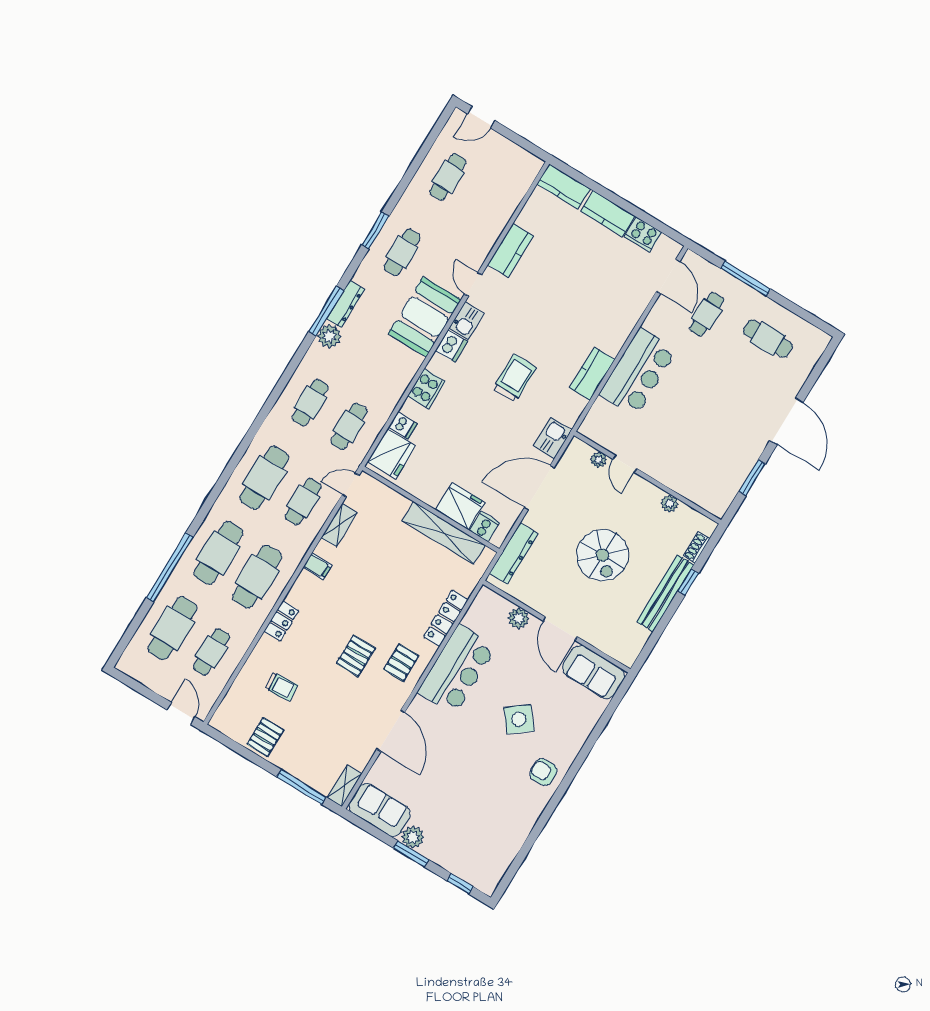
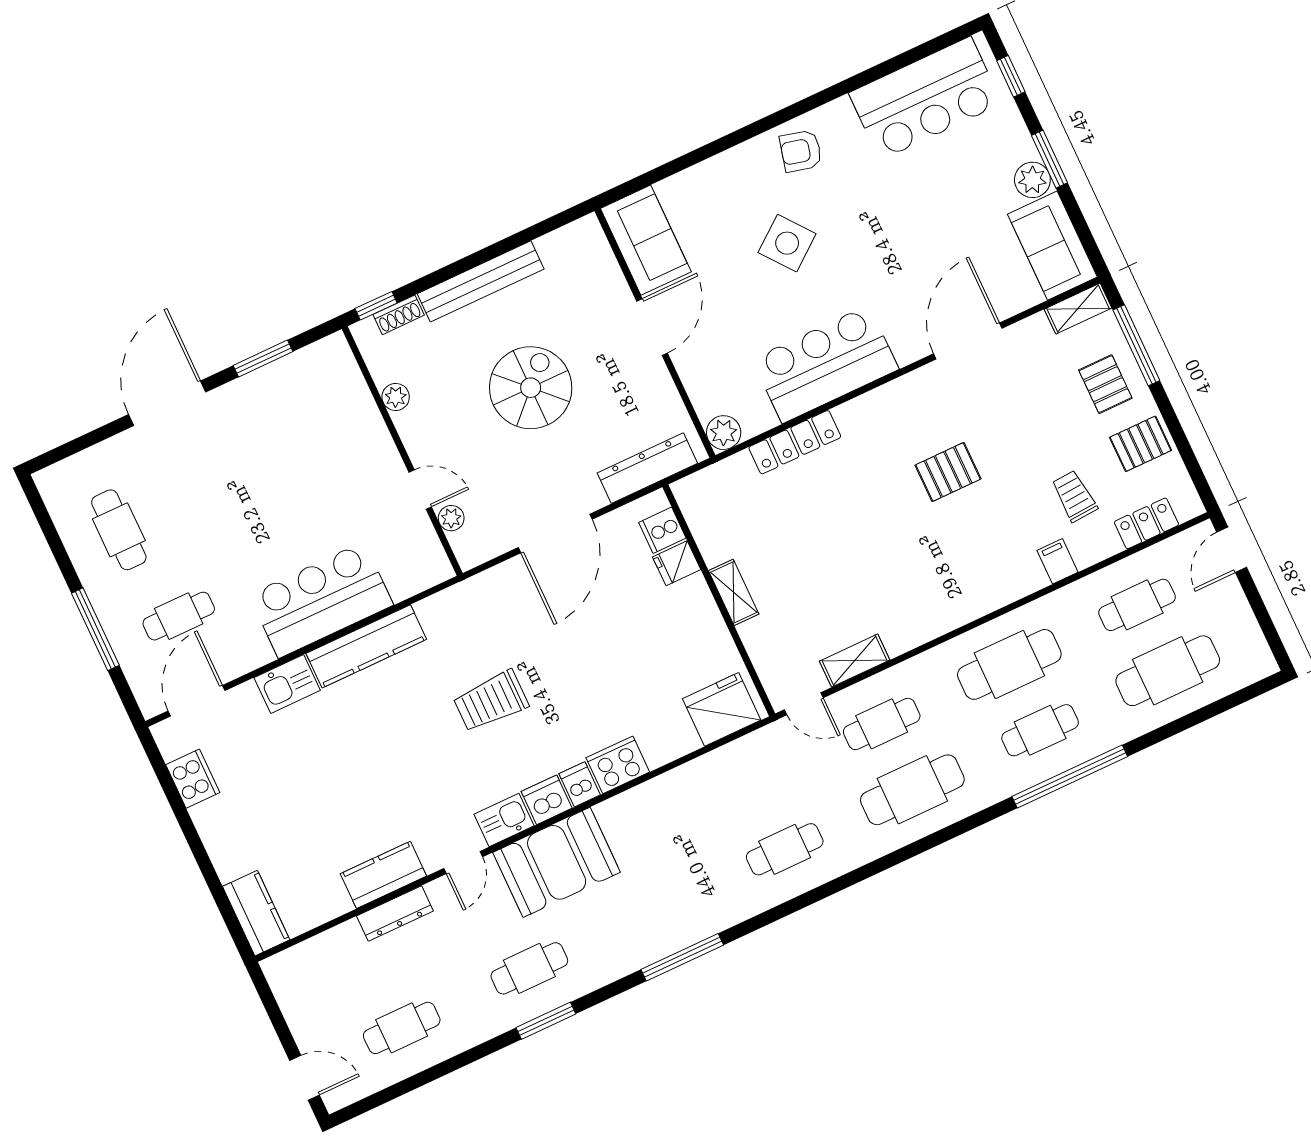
kitchen counter: (608, 214) -> (221, 838), removed
dresser: (346, 304) -> (395, 914), moved, turned 180
plant: (329, 336) -> (700, 921), removed
kitchen counter: (592, 374) -> (366, 646), width x1.50
dishwasher: (403, 425) -> (580, 784), moved
cafe table: (349, 426) -> (754, 783), removed
kitchen sink: (553, 438) -> (287, 684), moved
door: (625, 464) -> (420, 490), hinge flipped
door: (539, 488) -> (555, 533), hinge flipped
fridge: (460, 506) -> (677, 563), width x0.53, depth x0.75
shelving: (444, 533) -> (734, 592), width x0.45, depth x0.75
cafe table: (218, 553) -> (1040, 730), width x0.73, depth x0.74
filing cabinet: (317, 566) -> (1058, 561), moved
window: (170, 568) -> (1070, 776), moved
window: (688, 582) -> (376, 306), moved
plant: (519, 618) -> (724, 433), moved
locker: (281, 621) -> (1146, 523), moved
pallet: (401, 663) -> (1105, 384), moved, turned 90
armchair: (544, 772) -> (801, 151), turned 104
bar counter: (497, 843) -> (925, 98), added

